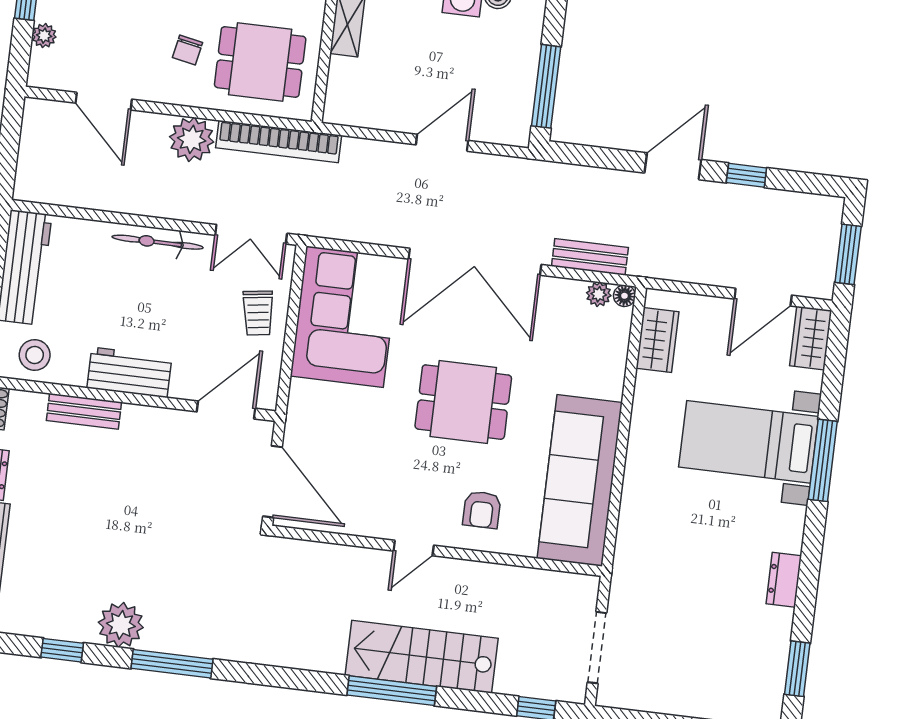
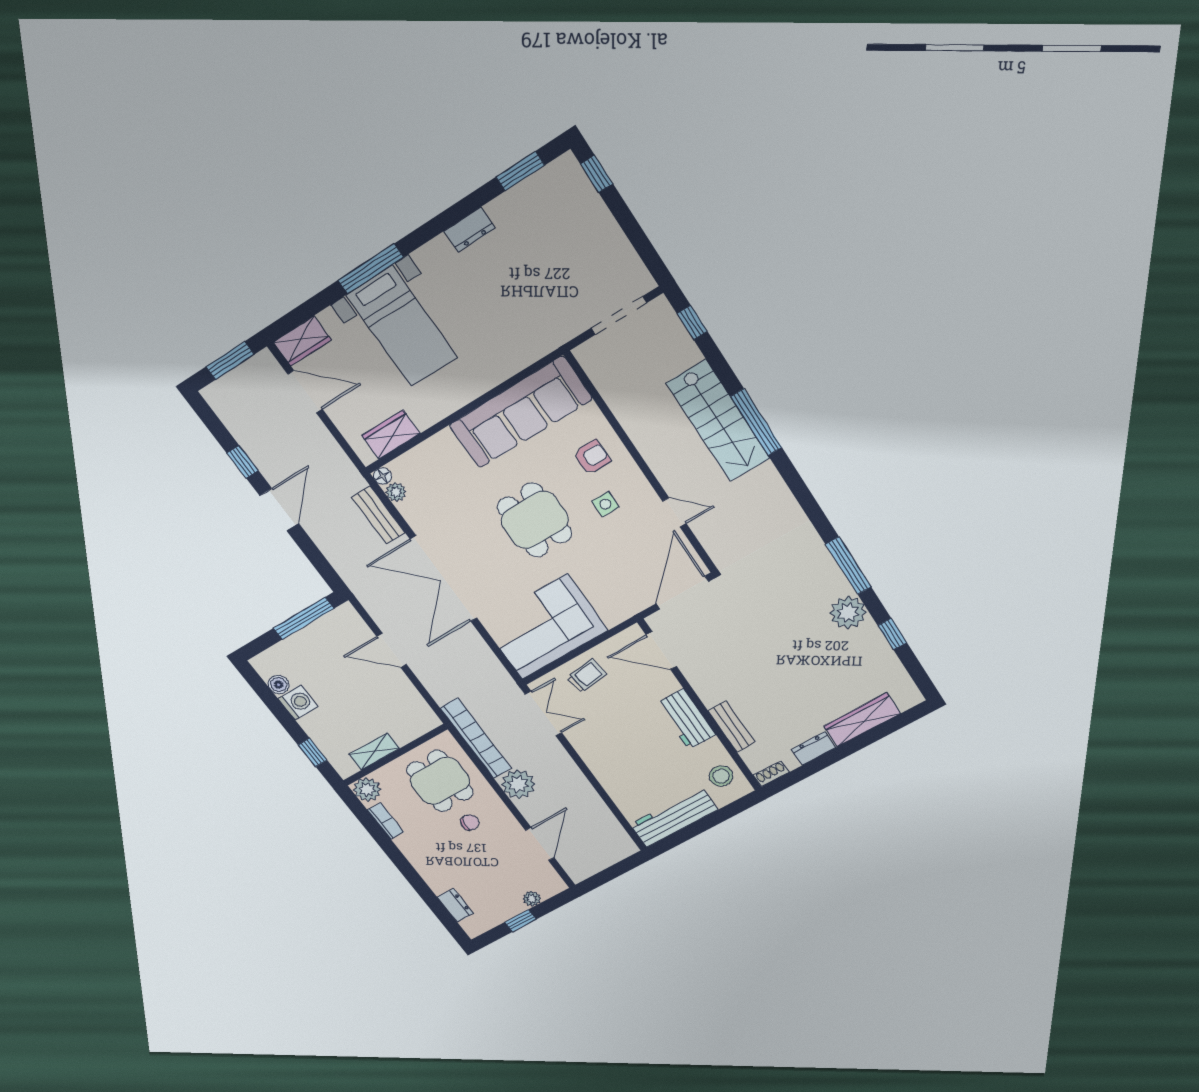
door: (673, 166) -> (279, 510), swing flipped
bicycle: (158, 242) -> (595, 759), removed
double door: (475, 262) -> (444, 579), swing flipped
side table: (424, 483) -> (605, 504), added
door: (414, 548) -> (674, 512), moved

